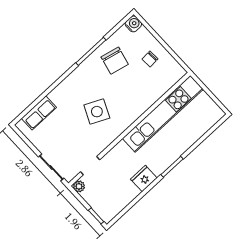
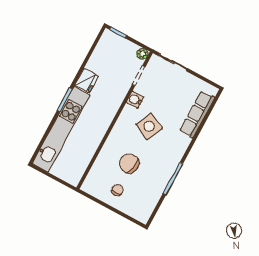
water cooler: (133, 24) -> (135, 100), moved, turned 90
chair: (115, 61) -> (129, 163), moved
row of seats: (39, 113) -> (197, 114), width x1.48
kitchen unit: (163, 114) -> (61, 129), moved, turned 180

